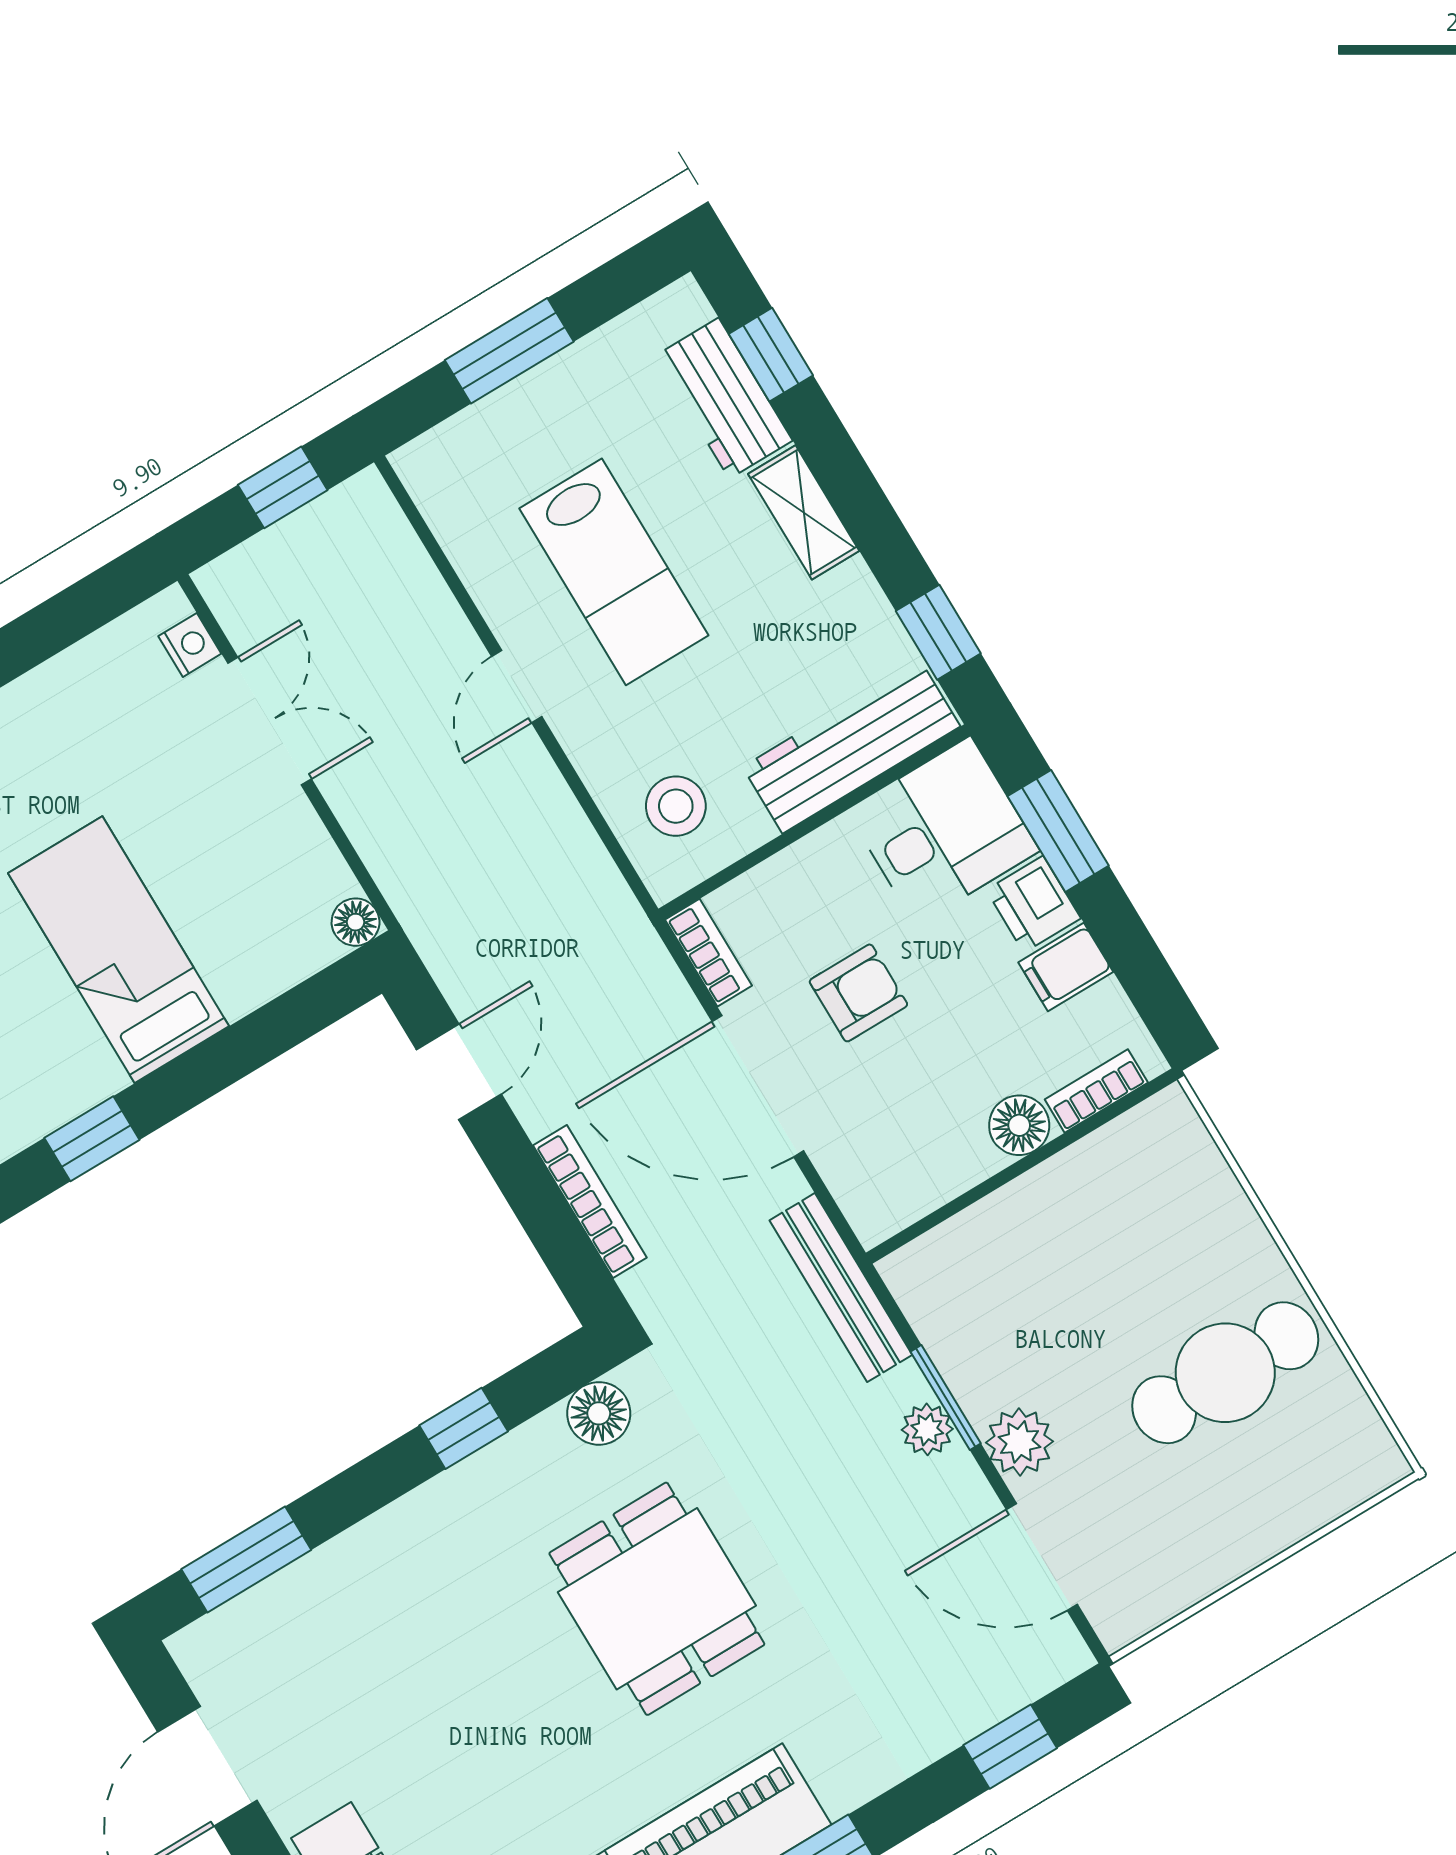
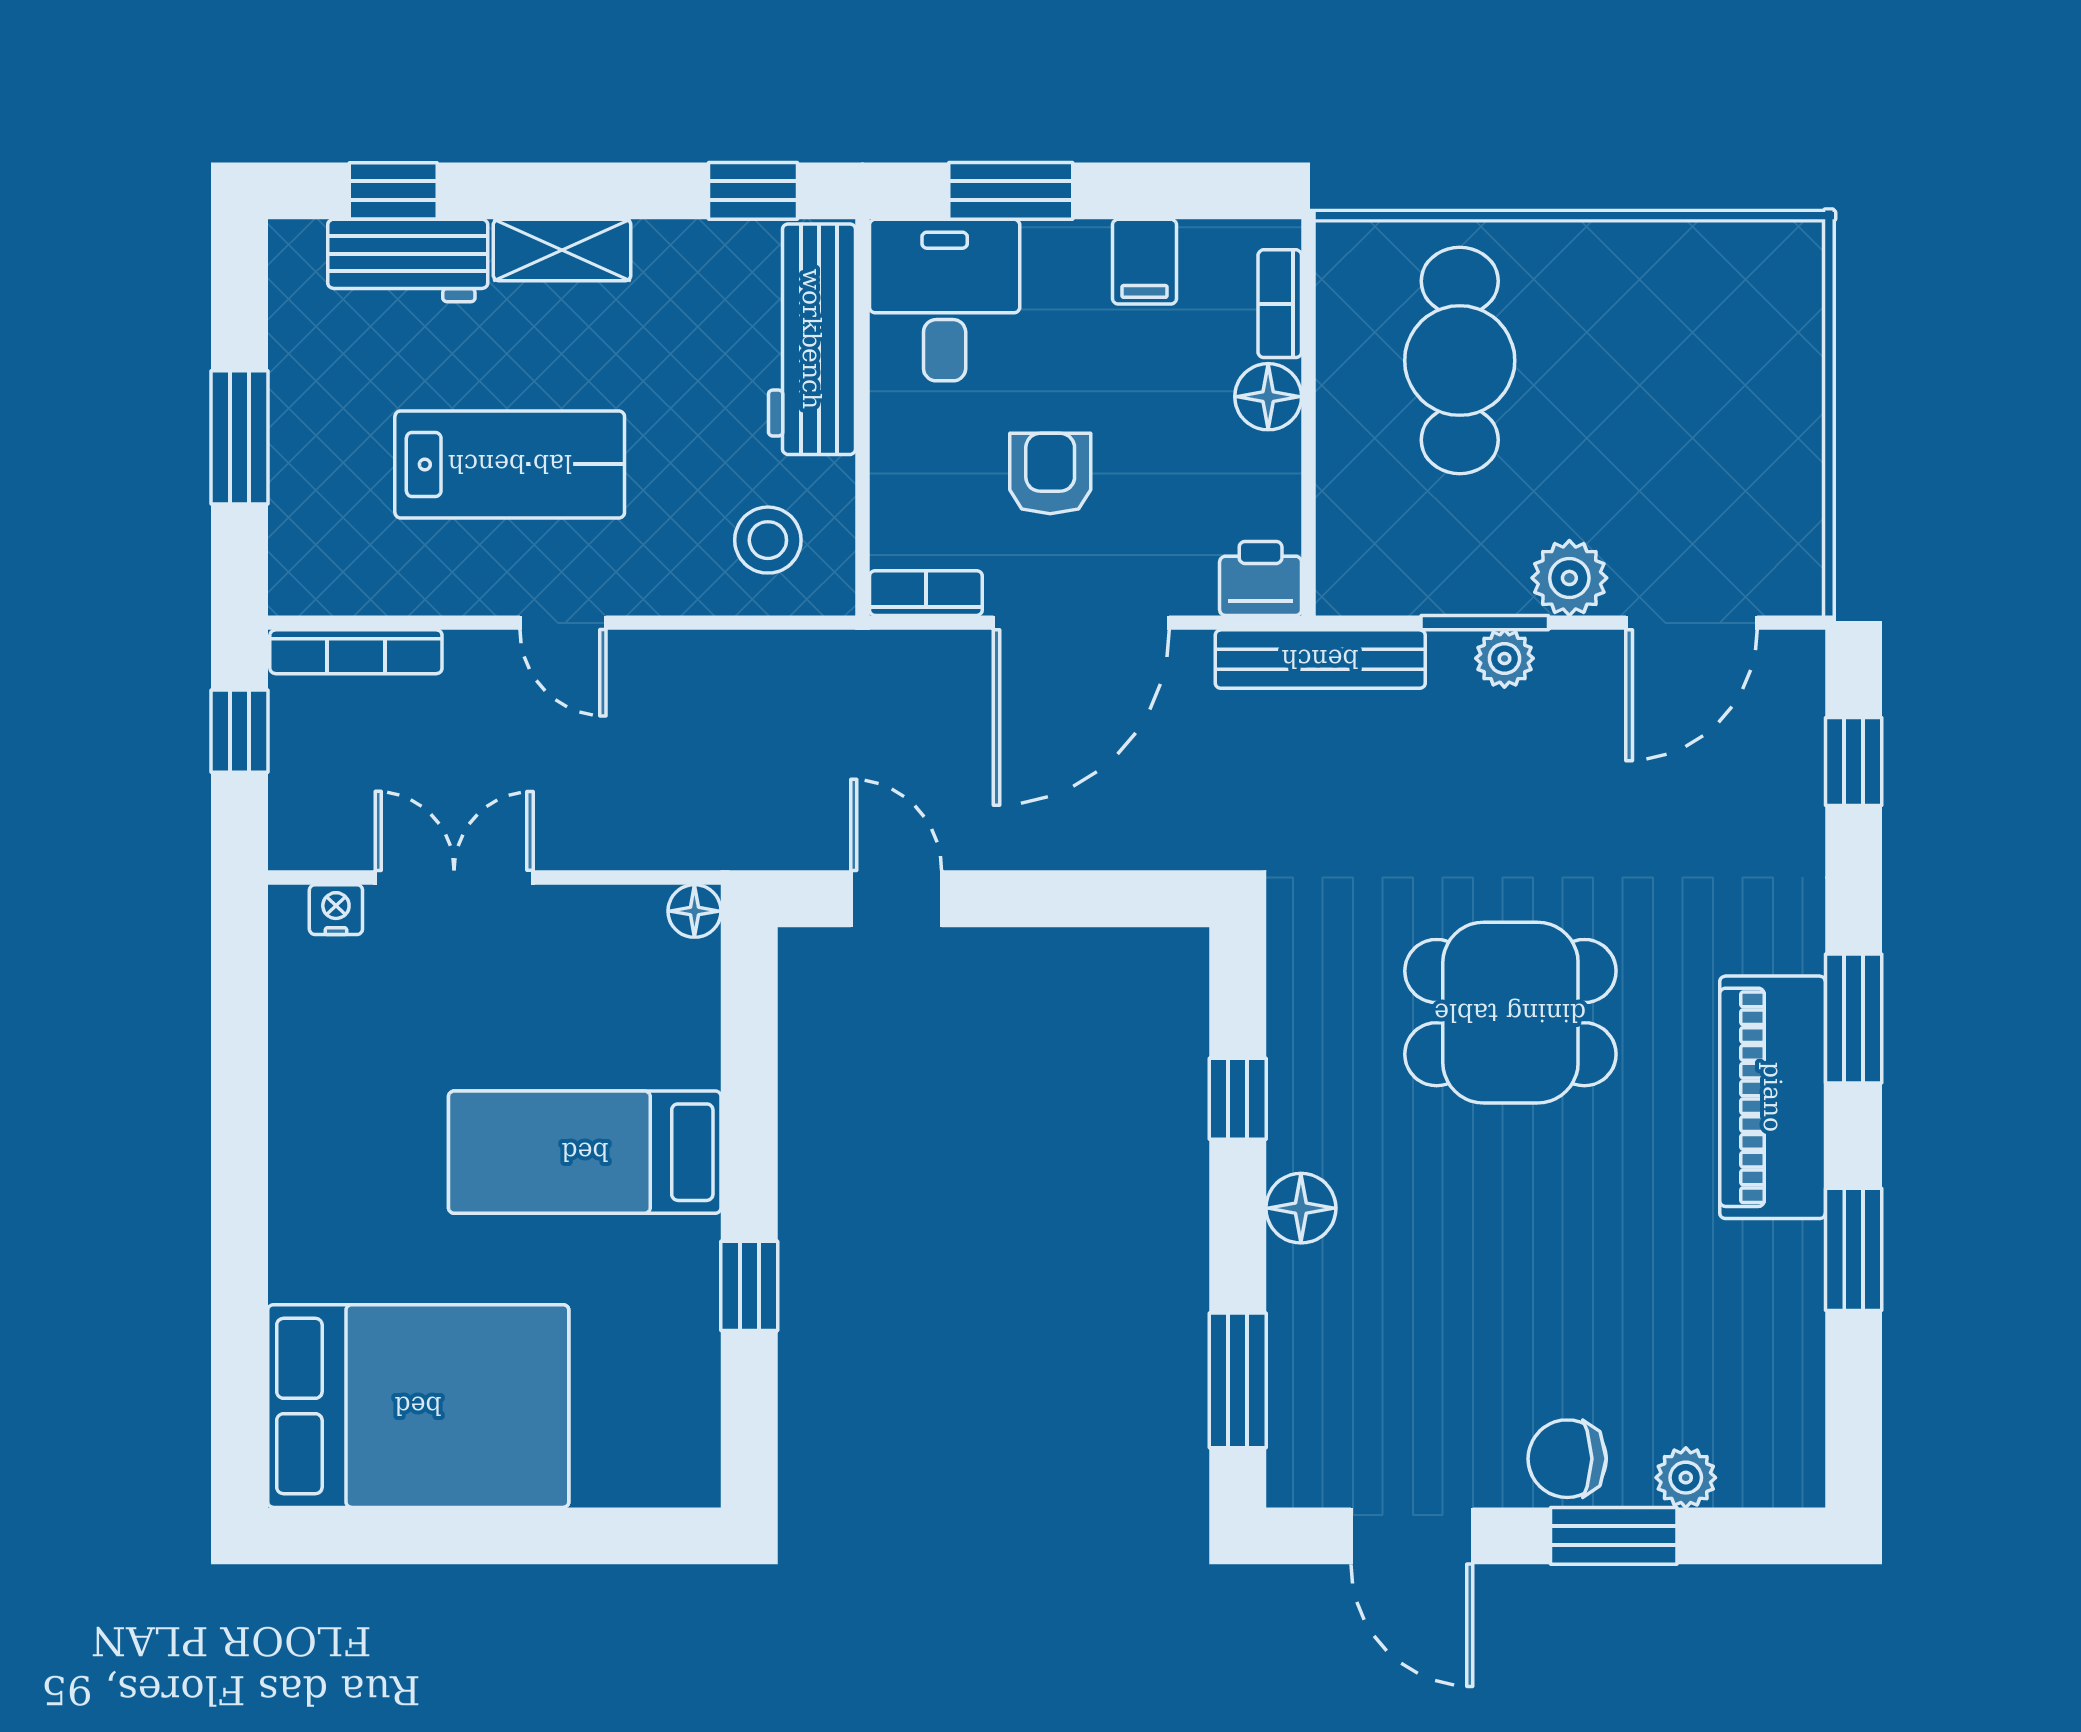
printer: (1033, 904) -> (1261, 578), moved, turned 180
bookcase: (590, 1202) -> (356, 652), moved, turned 180
cafe table: (1225, 1373) -> (1460, 361), moved
floor lamp: (599, 1413) -> (1301, 1208), moved

